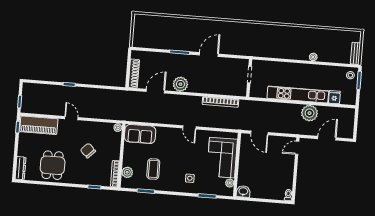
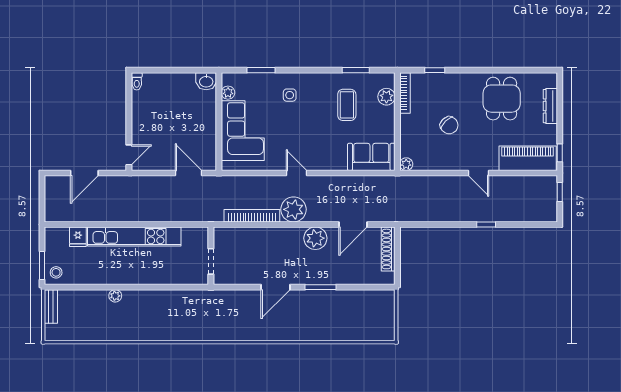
plant: (310, 113) -> (293, 209), moved
dresser: (21, 168) -> (550, 106), moved

